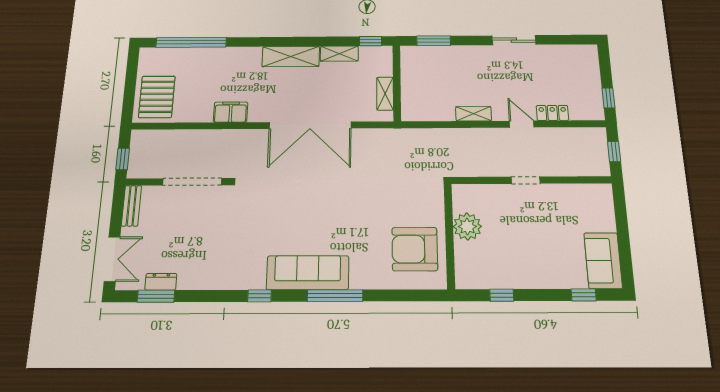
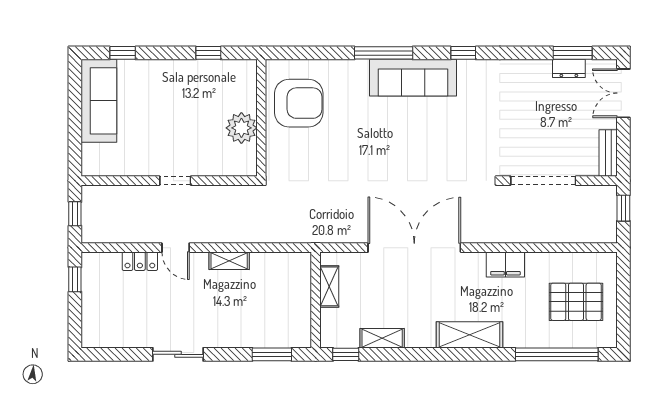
shelving: (291, 56) -> (470, 335), moved
pallet: (157, 97) -> (576, 302), moved, turned 90
sofa: (603, 261) -> (99, 101), width x1.36

